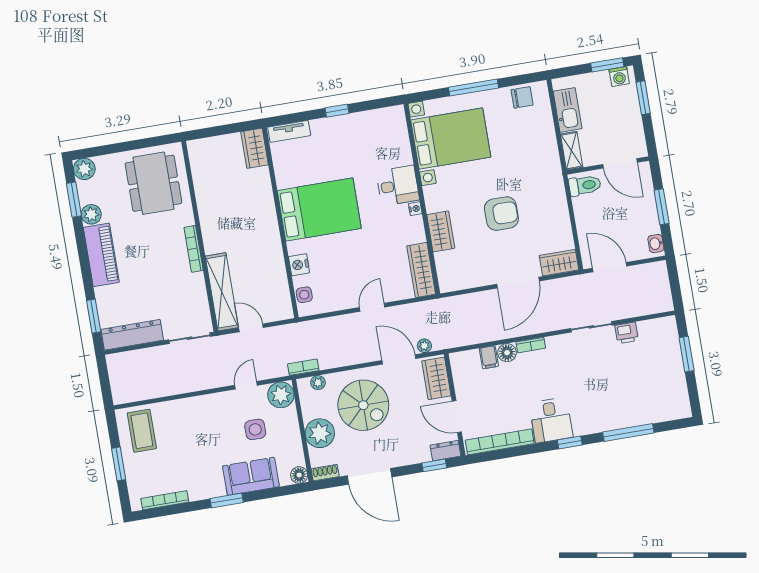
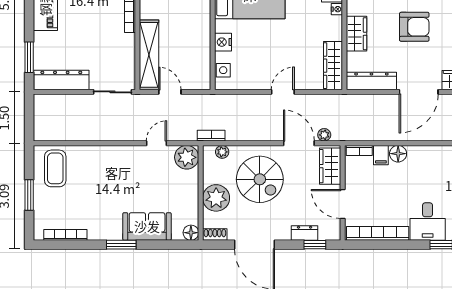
dresser: (465, 279) -> (371, 81), added
bookcase: (531, 345) -> (359, 150), moved
side table: (255, 429) -> (158, 185), removed
dresser: (445, 451) -> (305, 233), moved

